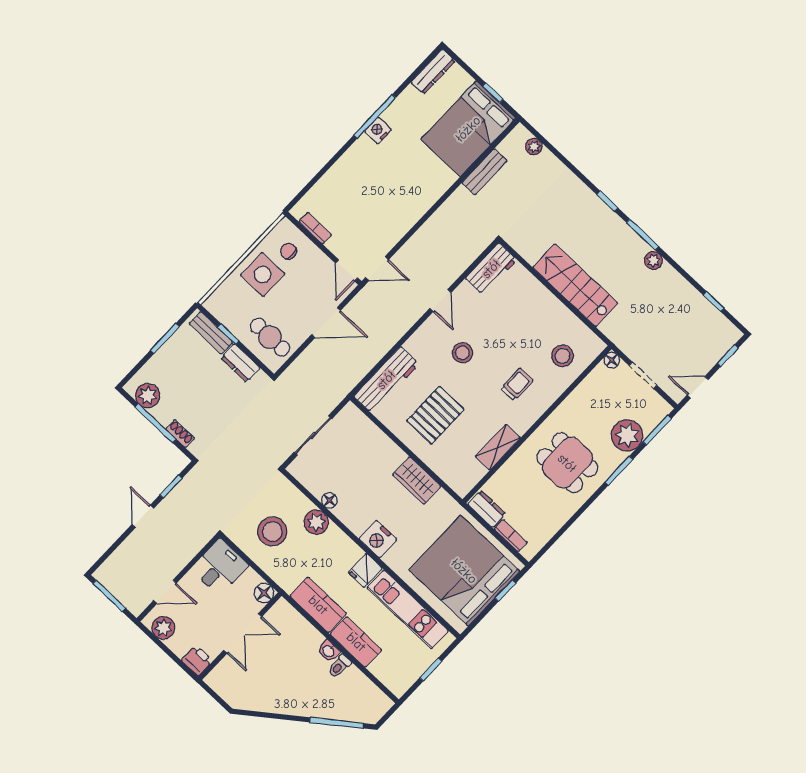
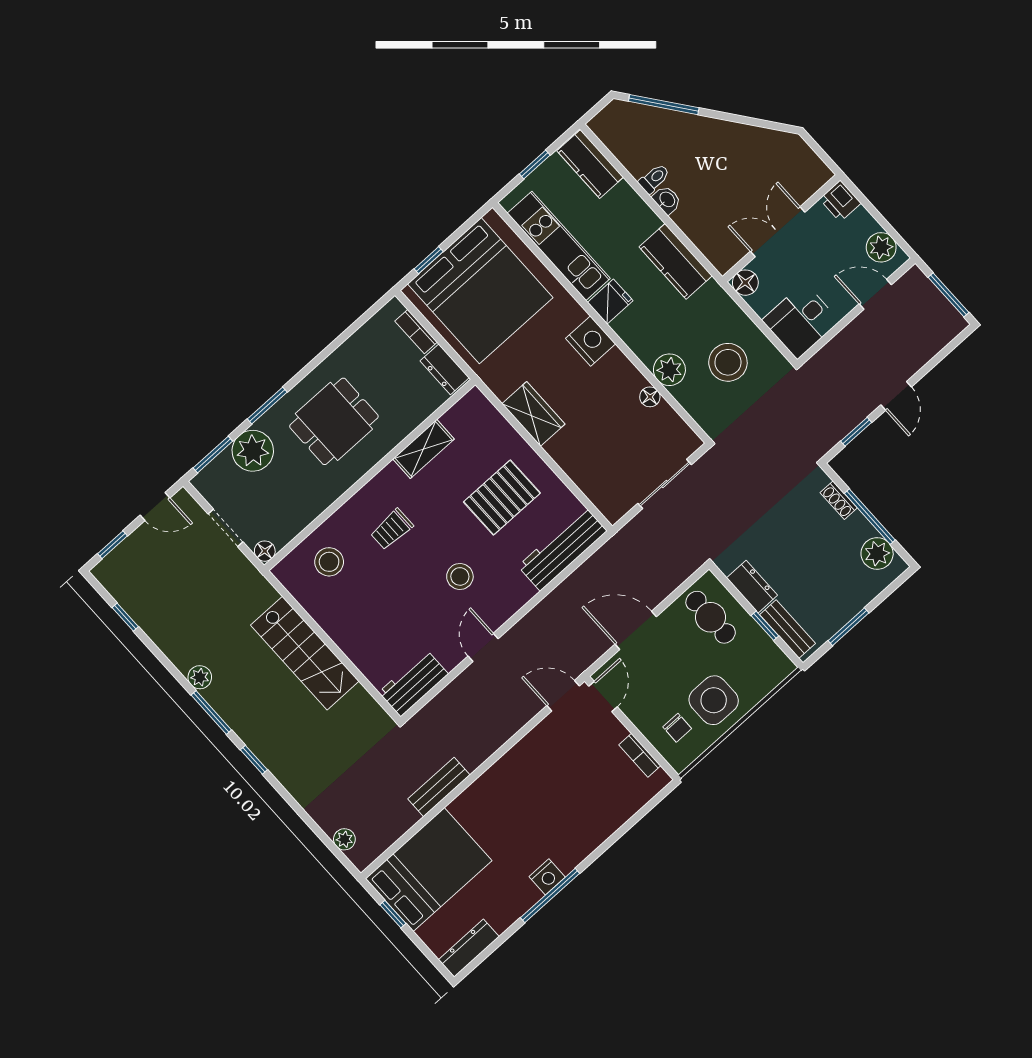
bench: (485, 172) -> (439, 787), moved
dining table: (567, 463) -> (334, 421), turned 90
kitchen counter: (356, 642) -> (590, 164), moved

